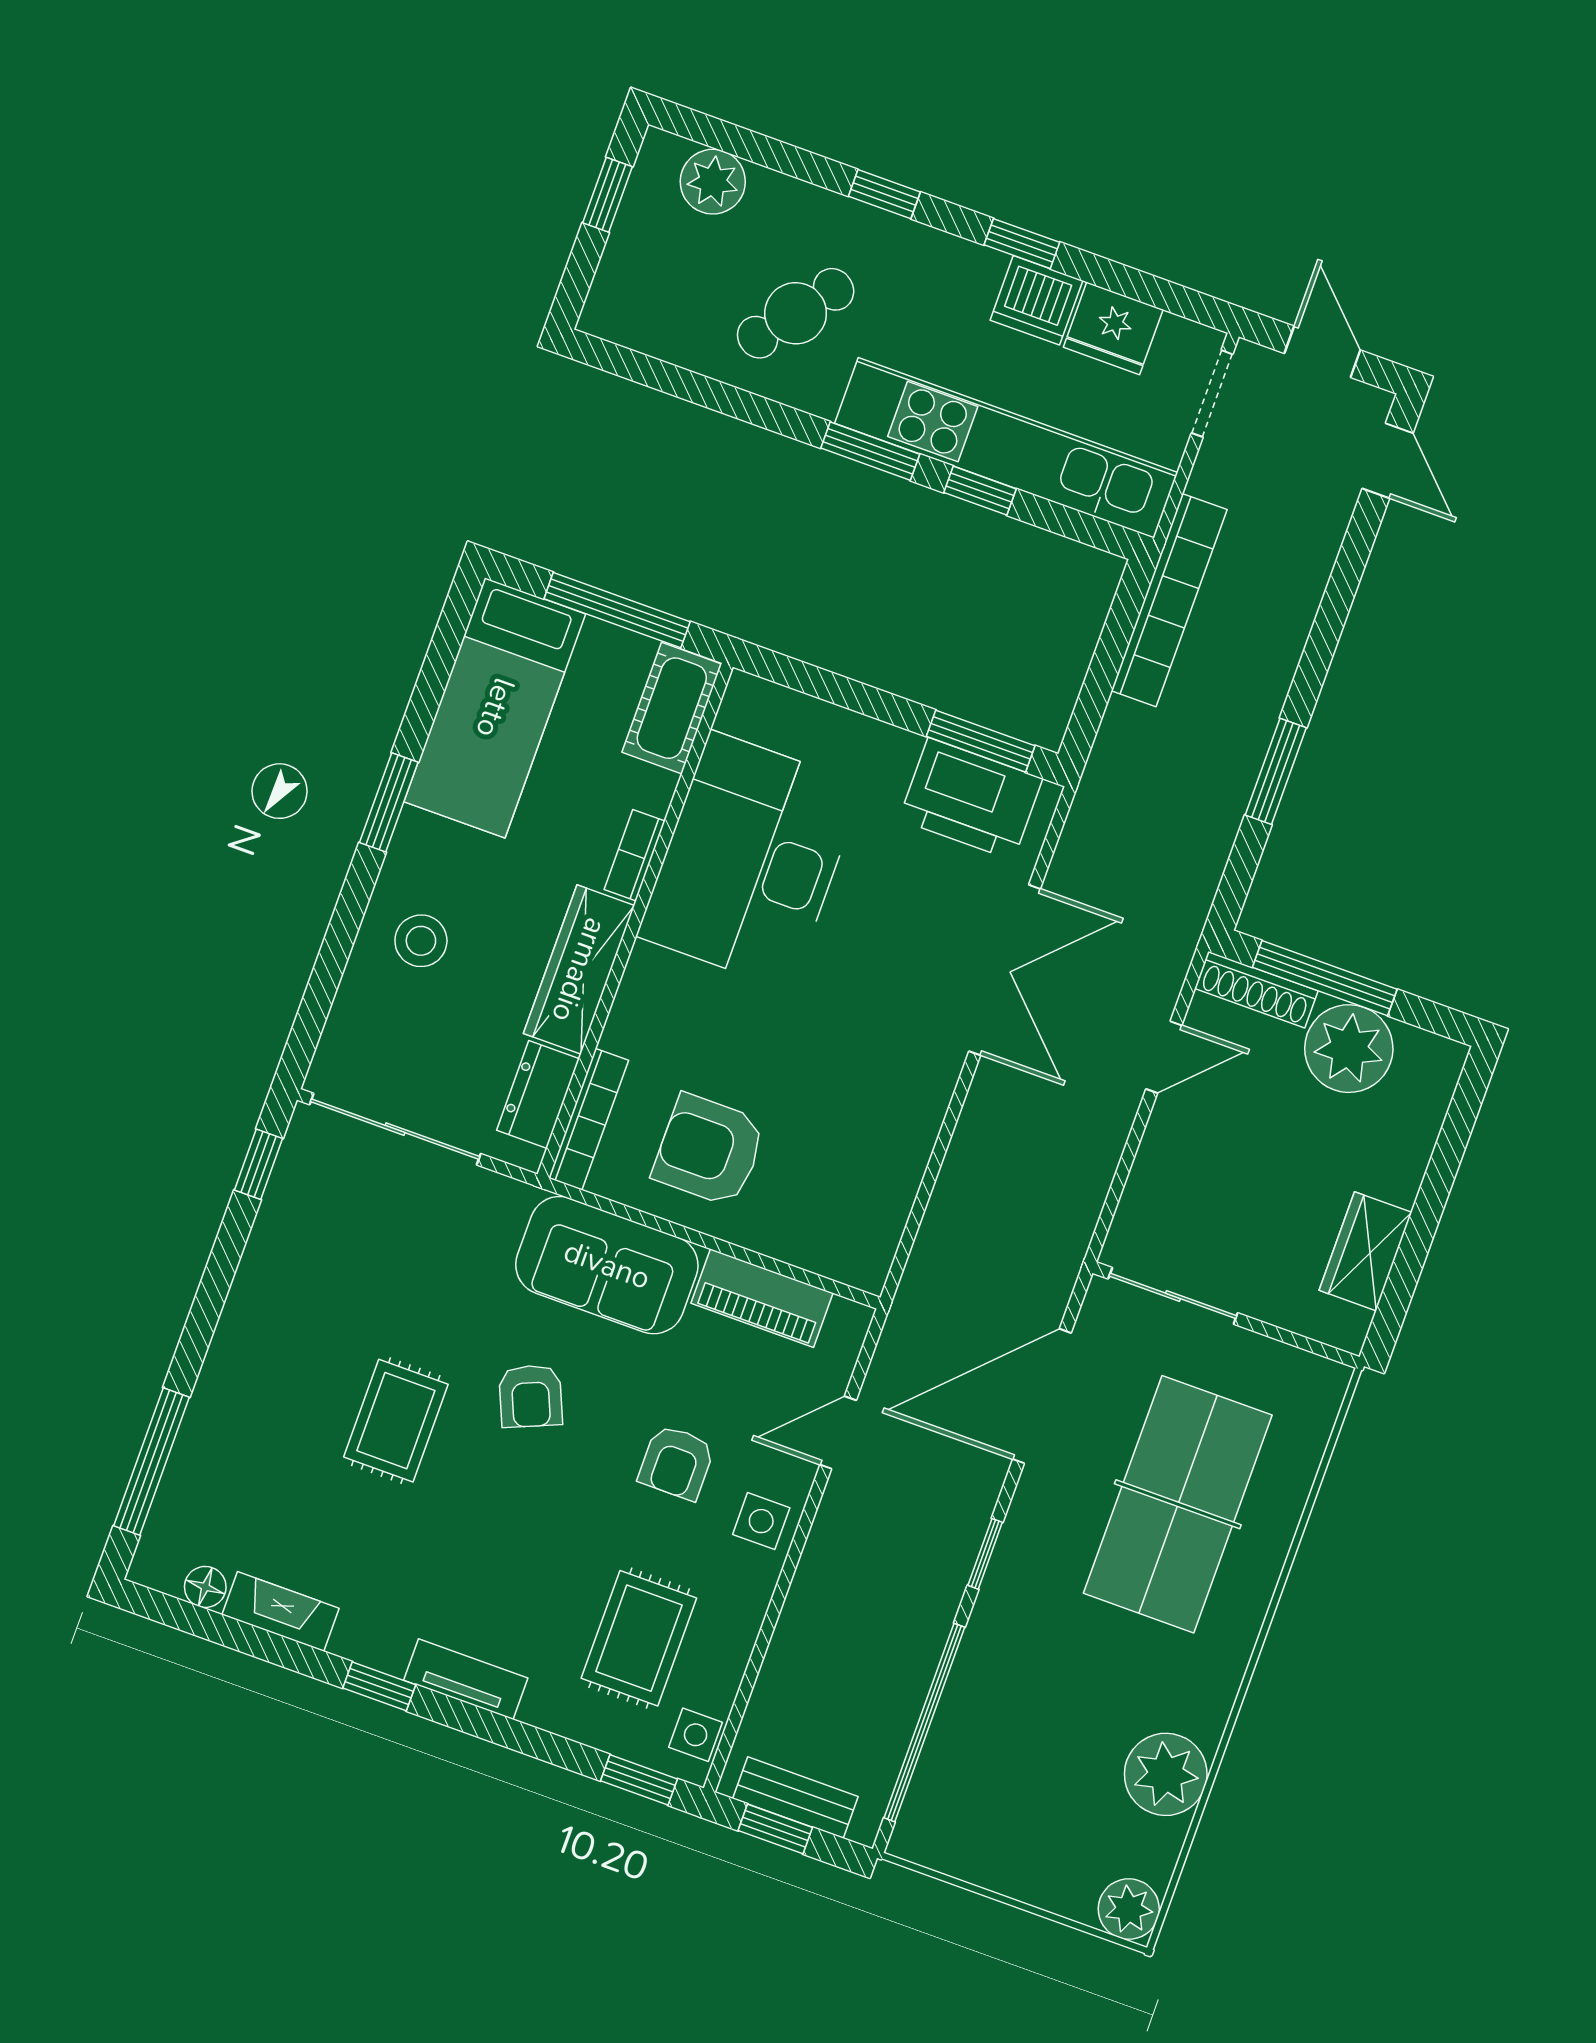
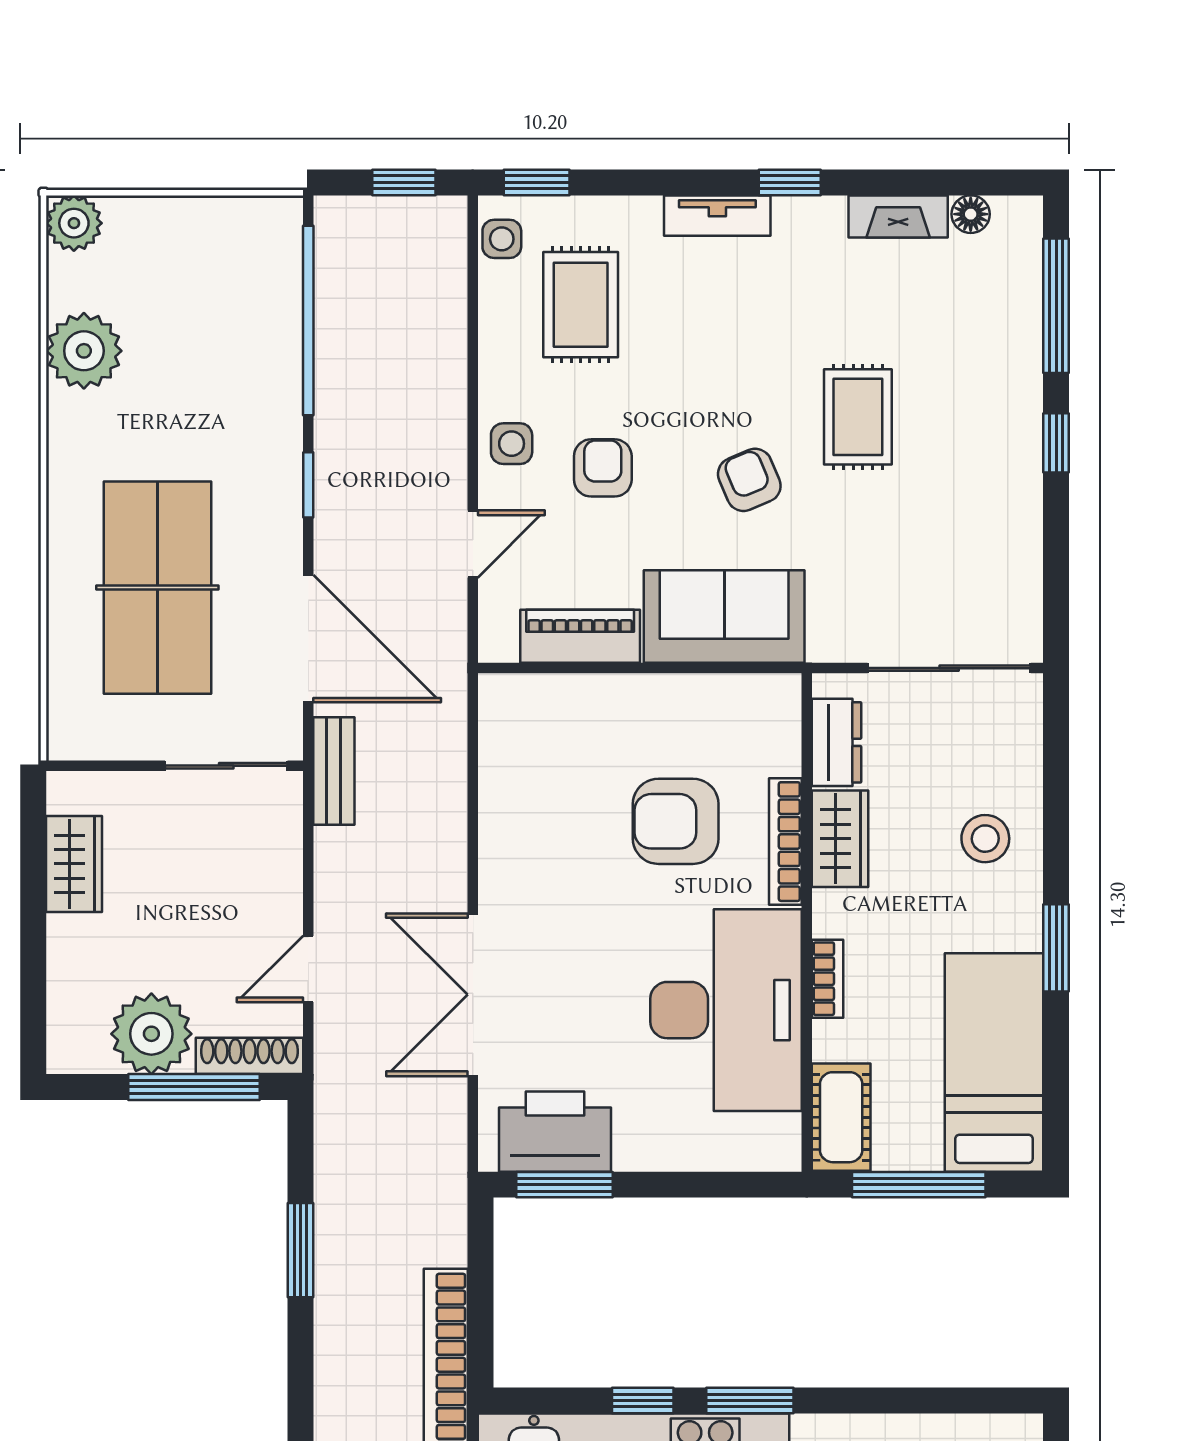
wardrobe: (579, 970) -> (840, 839), width x0.67
bookcase: (588, 1119) -> (785, 842), moved
armchair: (709, 1150) -> (676, 821), moved, turned 180
window: (259, 1164) -> (1056, 443), moved
door: (1042, 1396) -> (308, 639), hinge flipped
bench: (795, 1798) -> (334, 771), moved, turned 90

